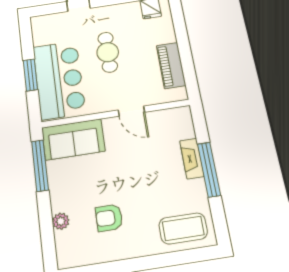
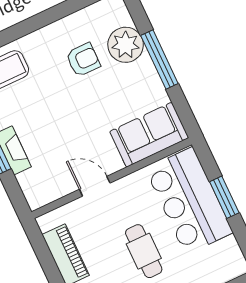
window: (40, 166) -> (159, 59), moved
plant: (61, 221) -> (126, 45), width x1.88, depth x1.88

